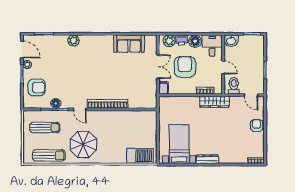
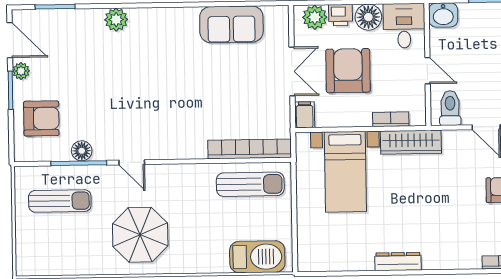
bookcase: (108, 104) -> (250, 149), moved
bed with nightstands: (179, 144) -> (345, 172), moved, turned 180
sun lounger: (49, 155) -> (250, 184), moved

